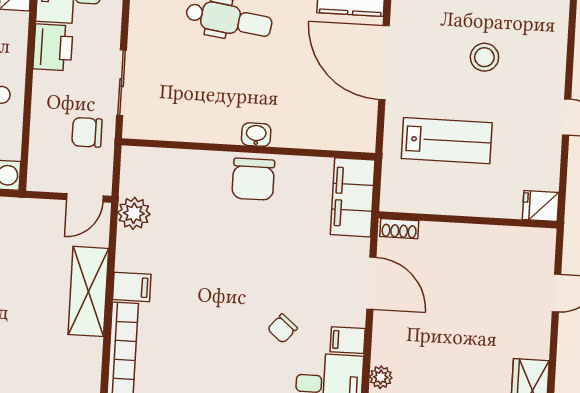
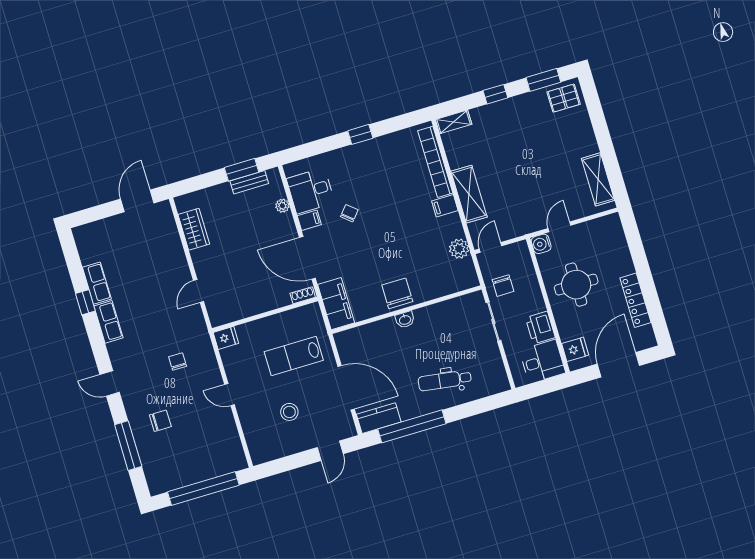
chair: (87, 132) -> (503, 286), turned 90
door: (371, 283) -> (307, 258), width x1.36

